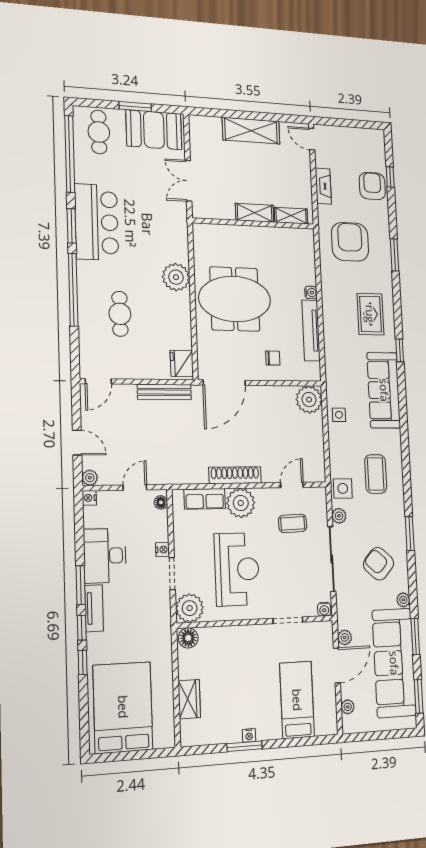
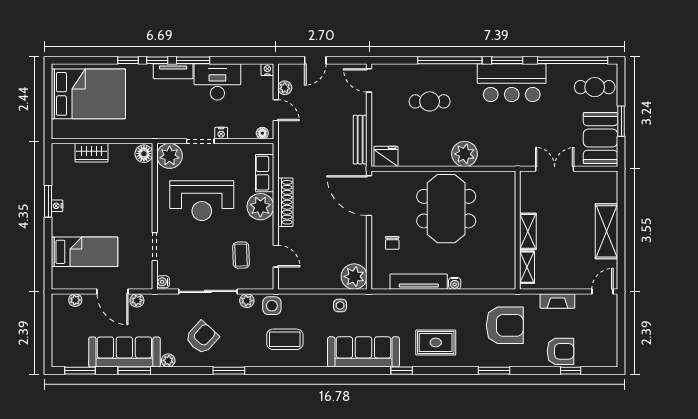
plant: (90, 478) -> (285, 88), moved
sofa: (394, 663) -> (124, 352), width x0.74, depth x0.79

